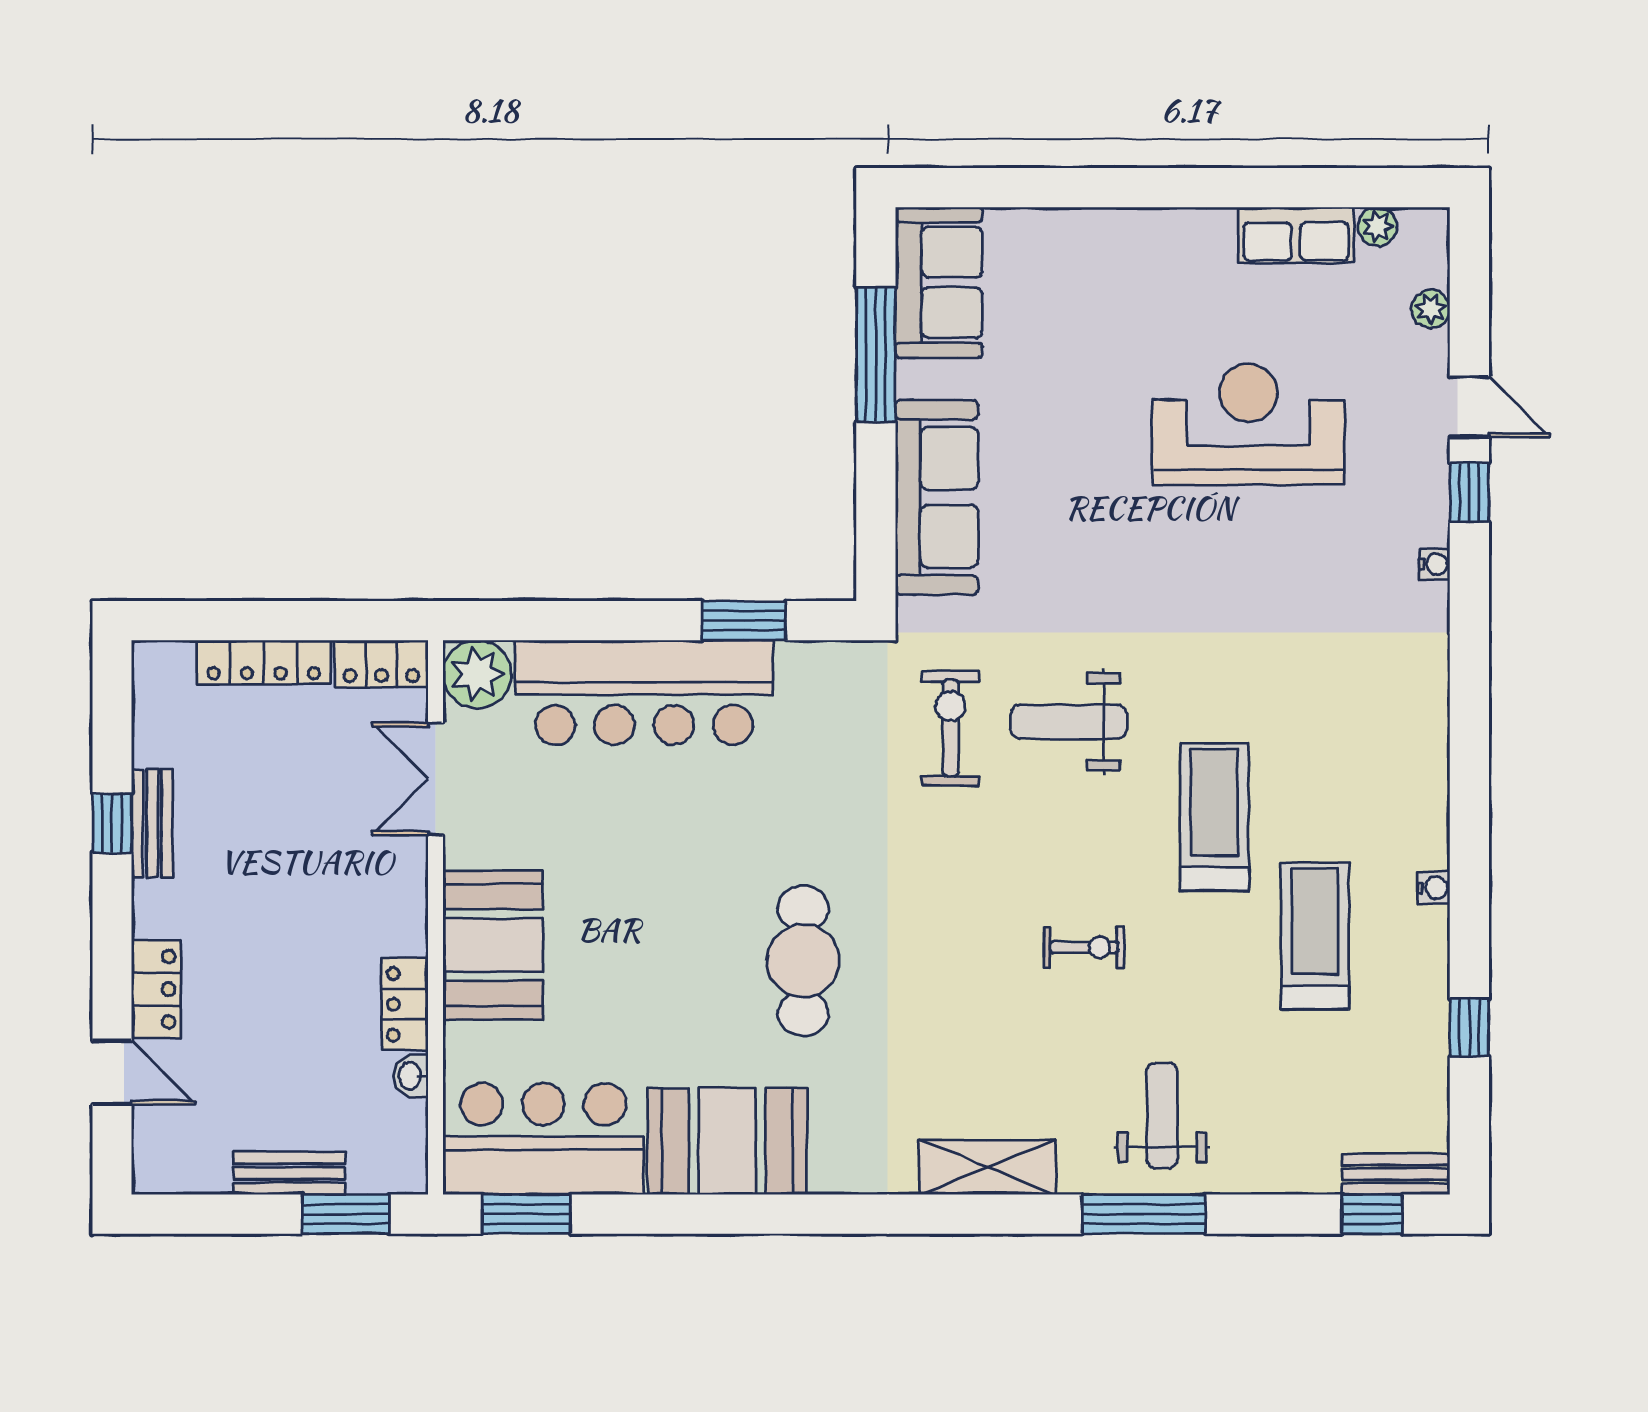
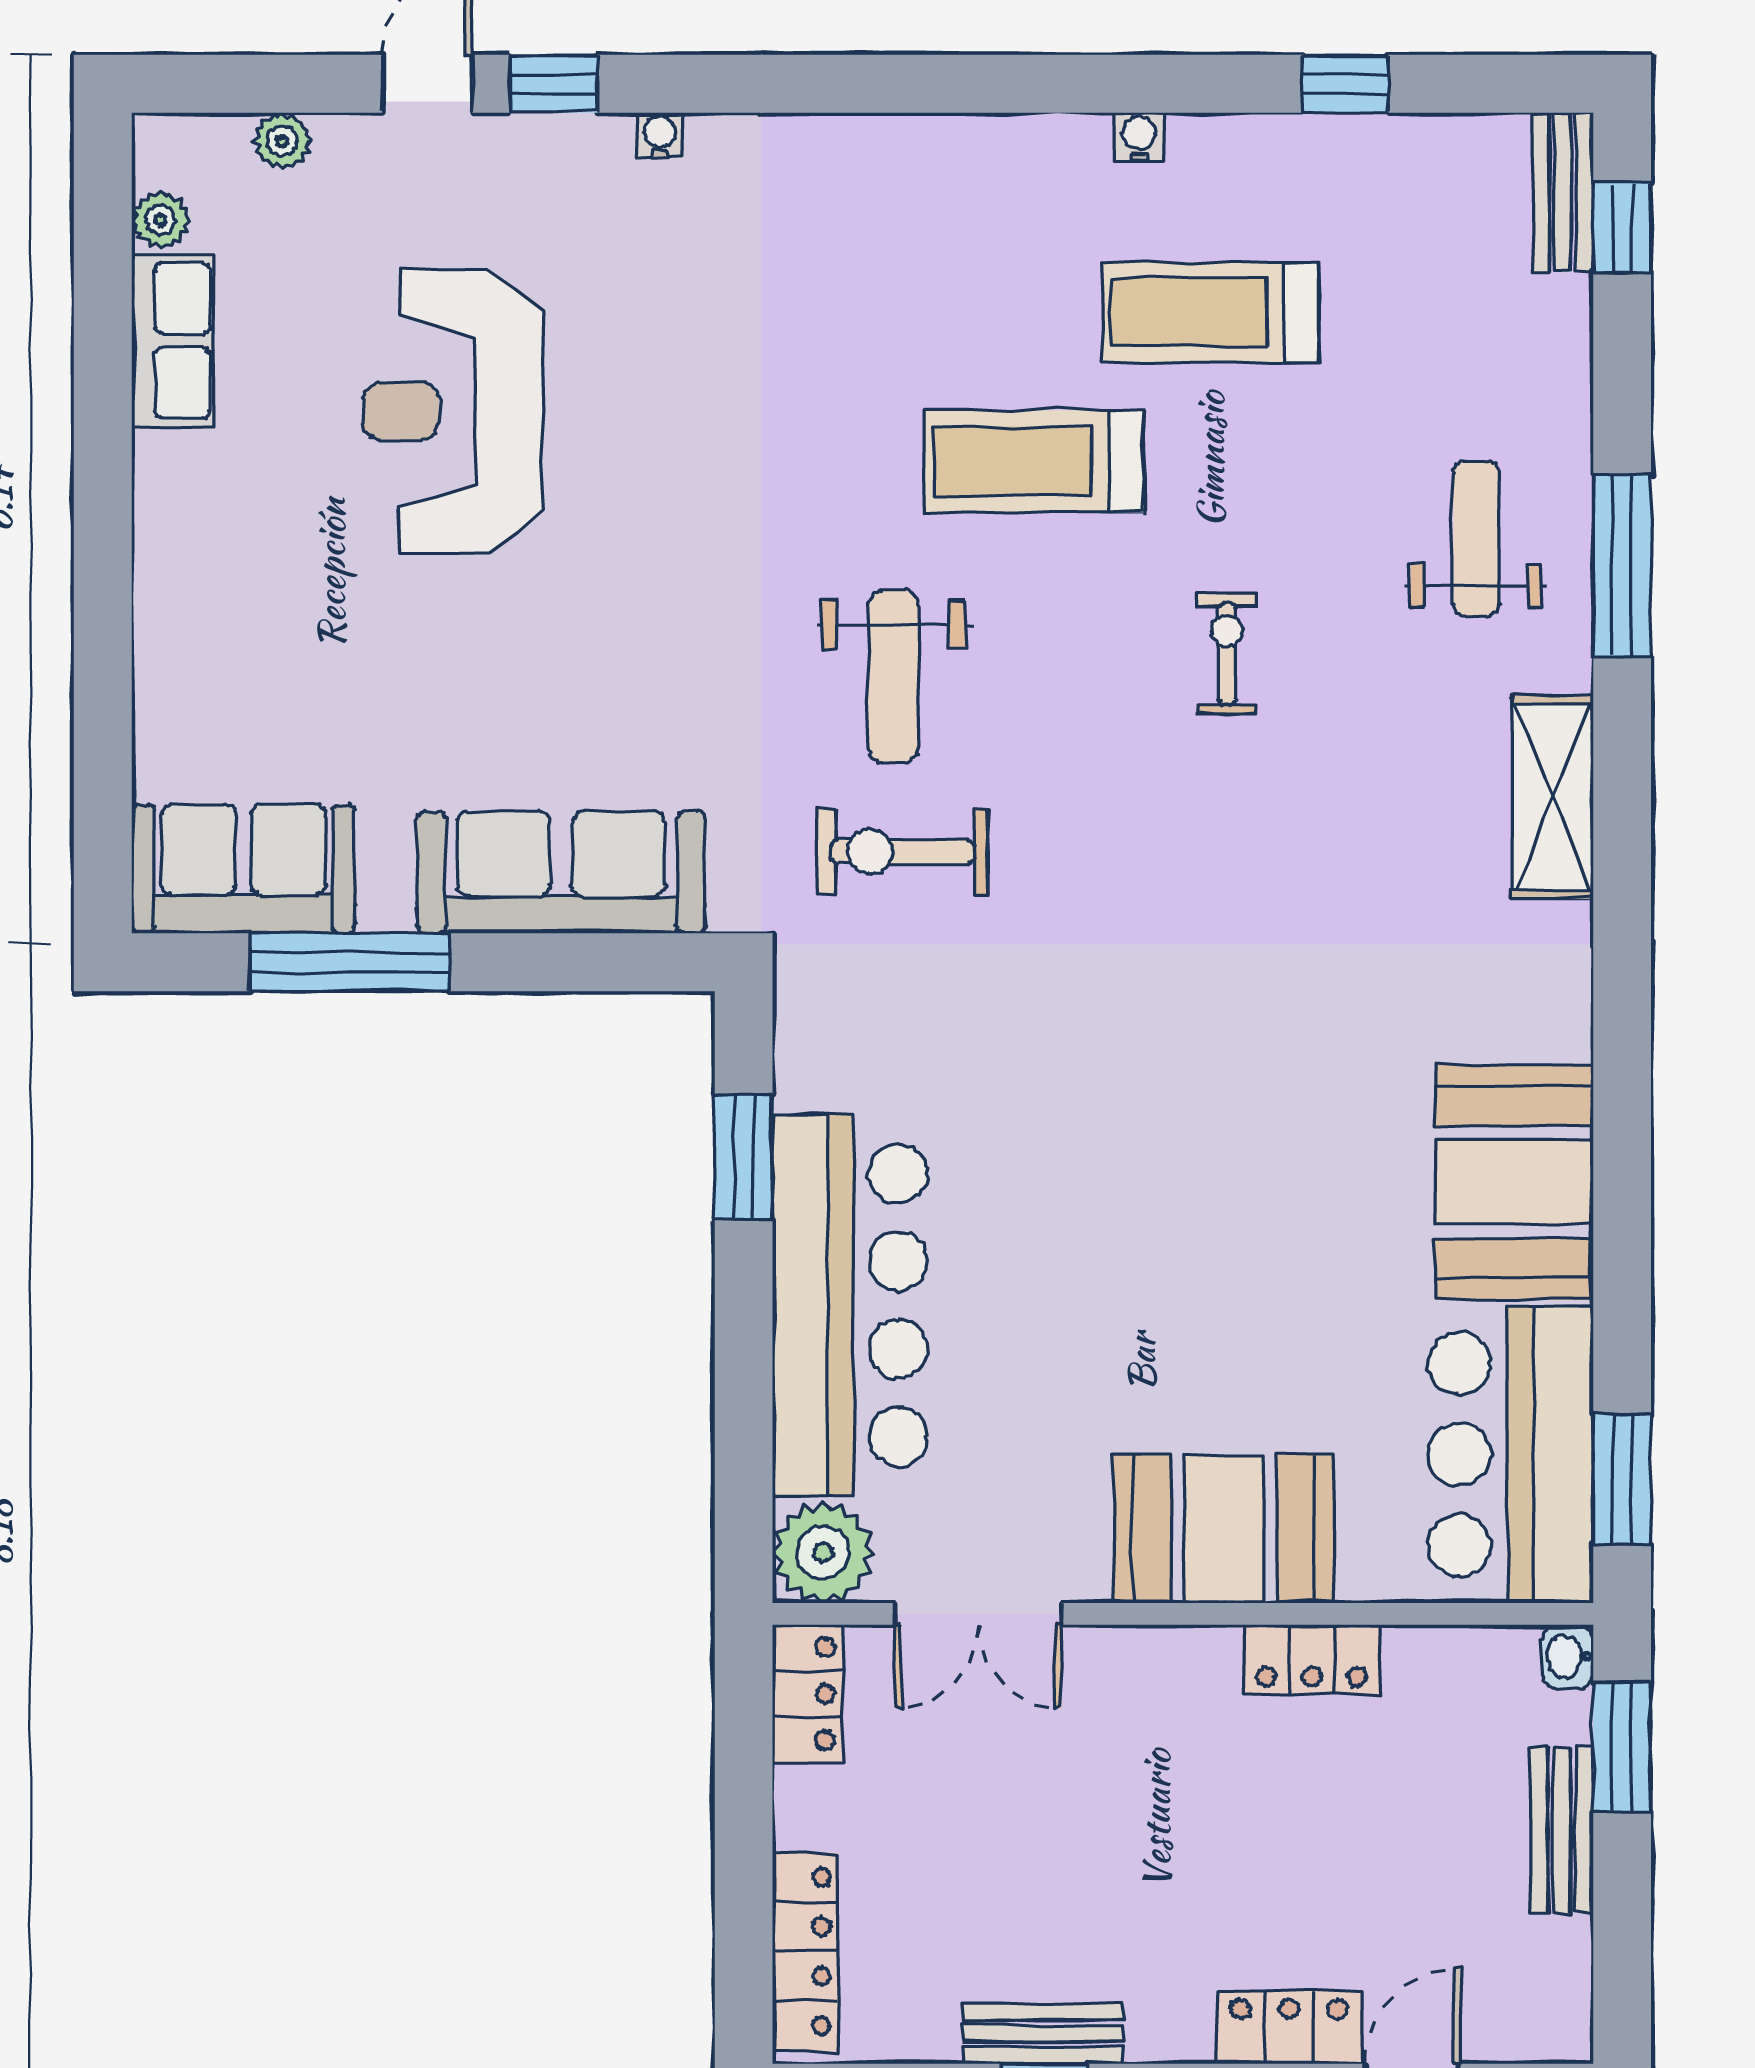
locker: (264, 662) -> (805, 1952), moved
cafe table: (803, 961) -> (1247, 1070), removed
washbasin: (411, 1076) -> (1568, 1657), moved, turned 90
weight bench: (1162, 1115) -> (1476, 539), turned 90

